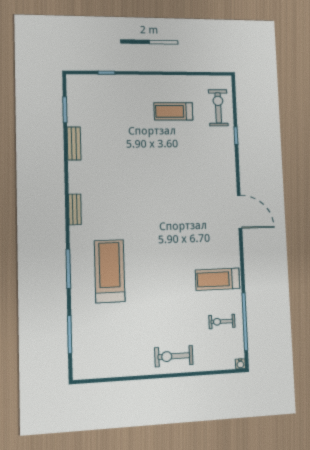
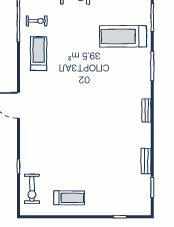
treadmill: (173, 111) -> (69, 198), moved
treadmill: (110, 271) -> (123, 36), moved, turned 90
treadmill: (218, 279) -> (39, 53), turned -90

